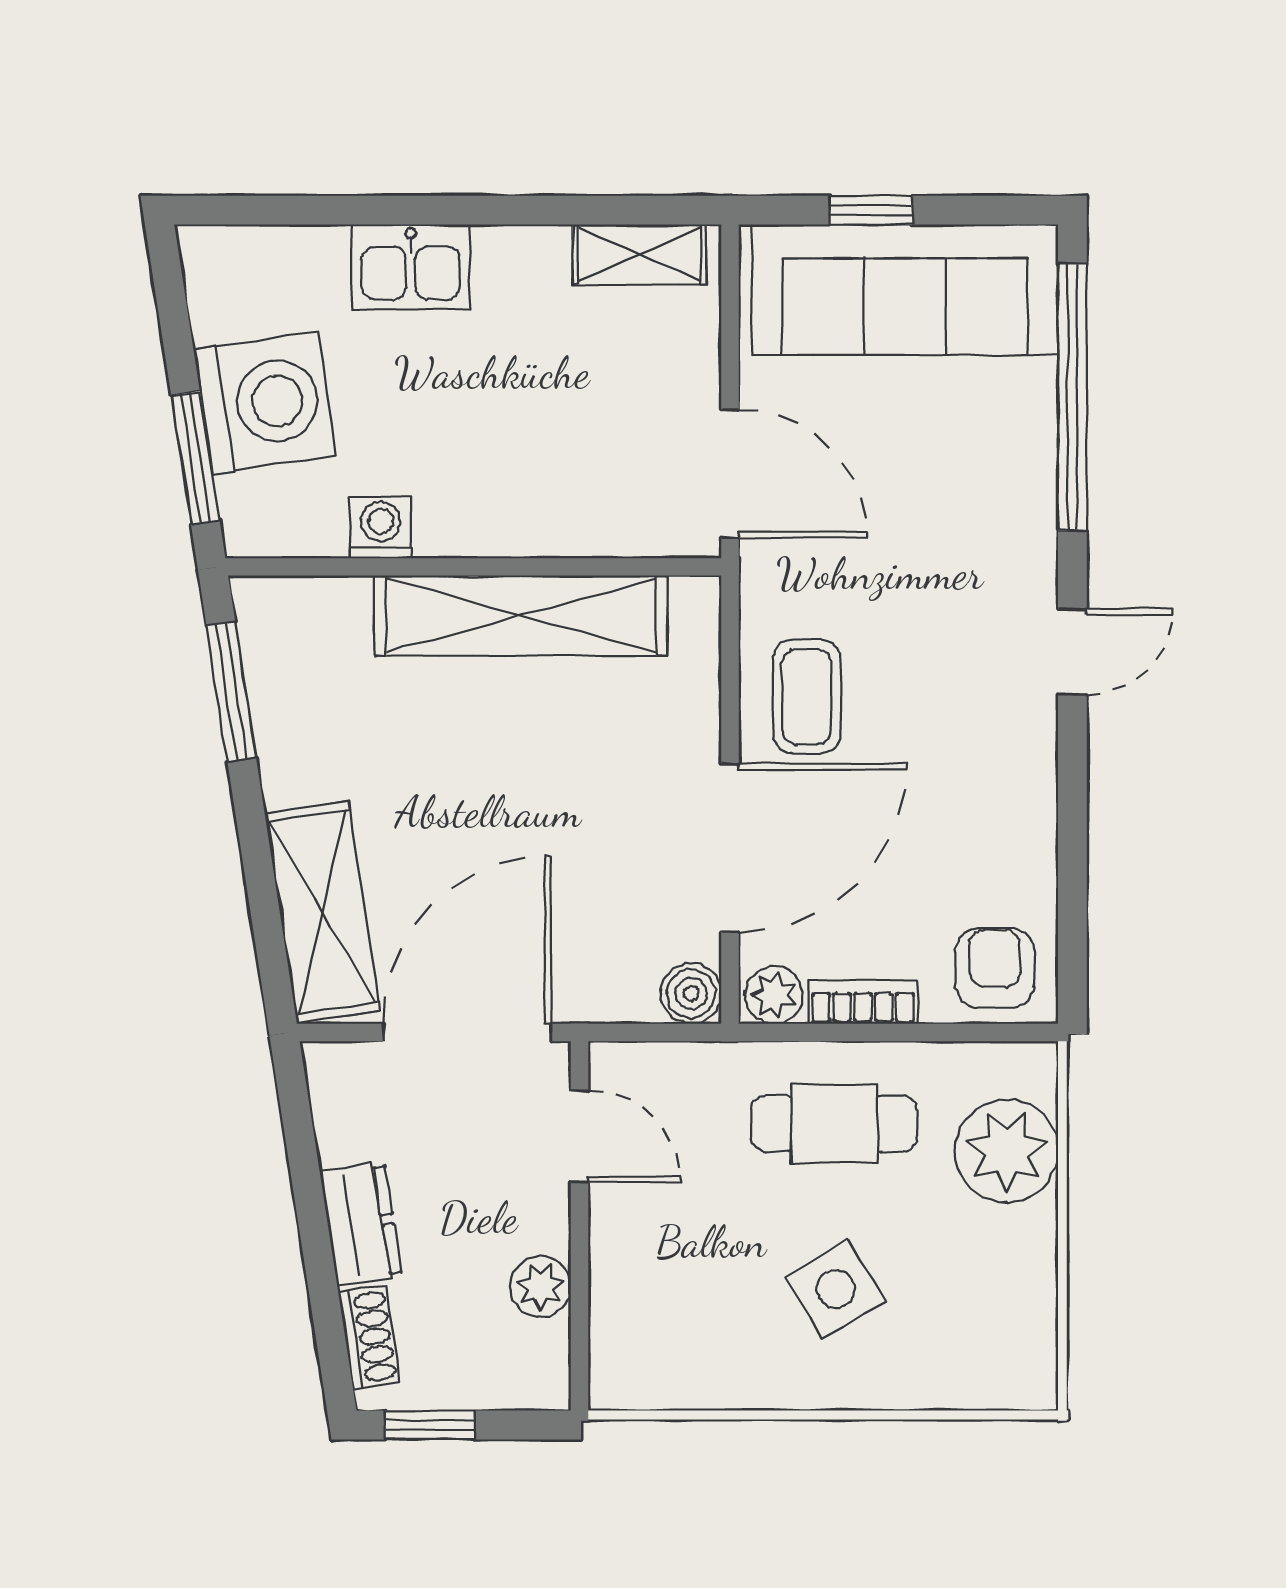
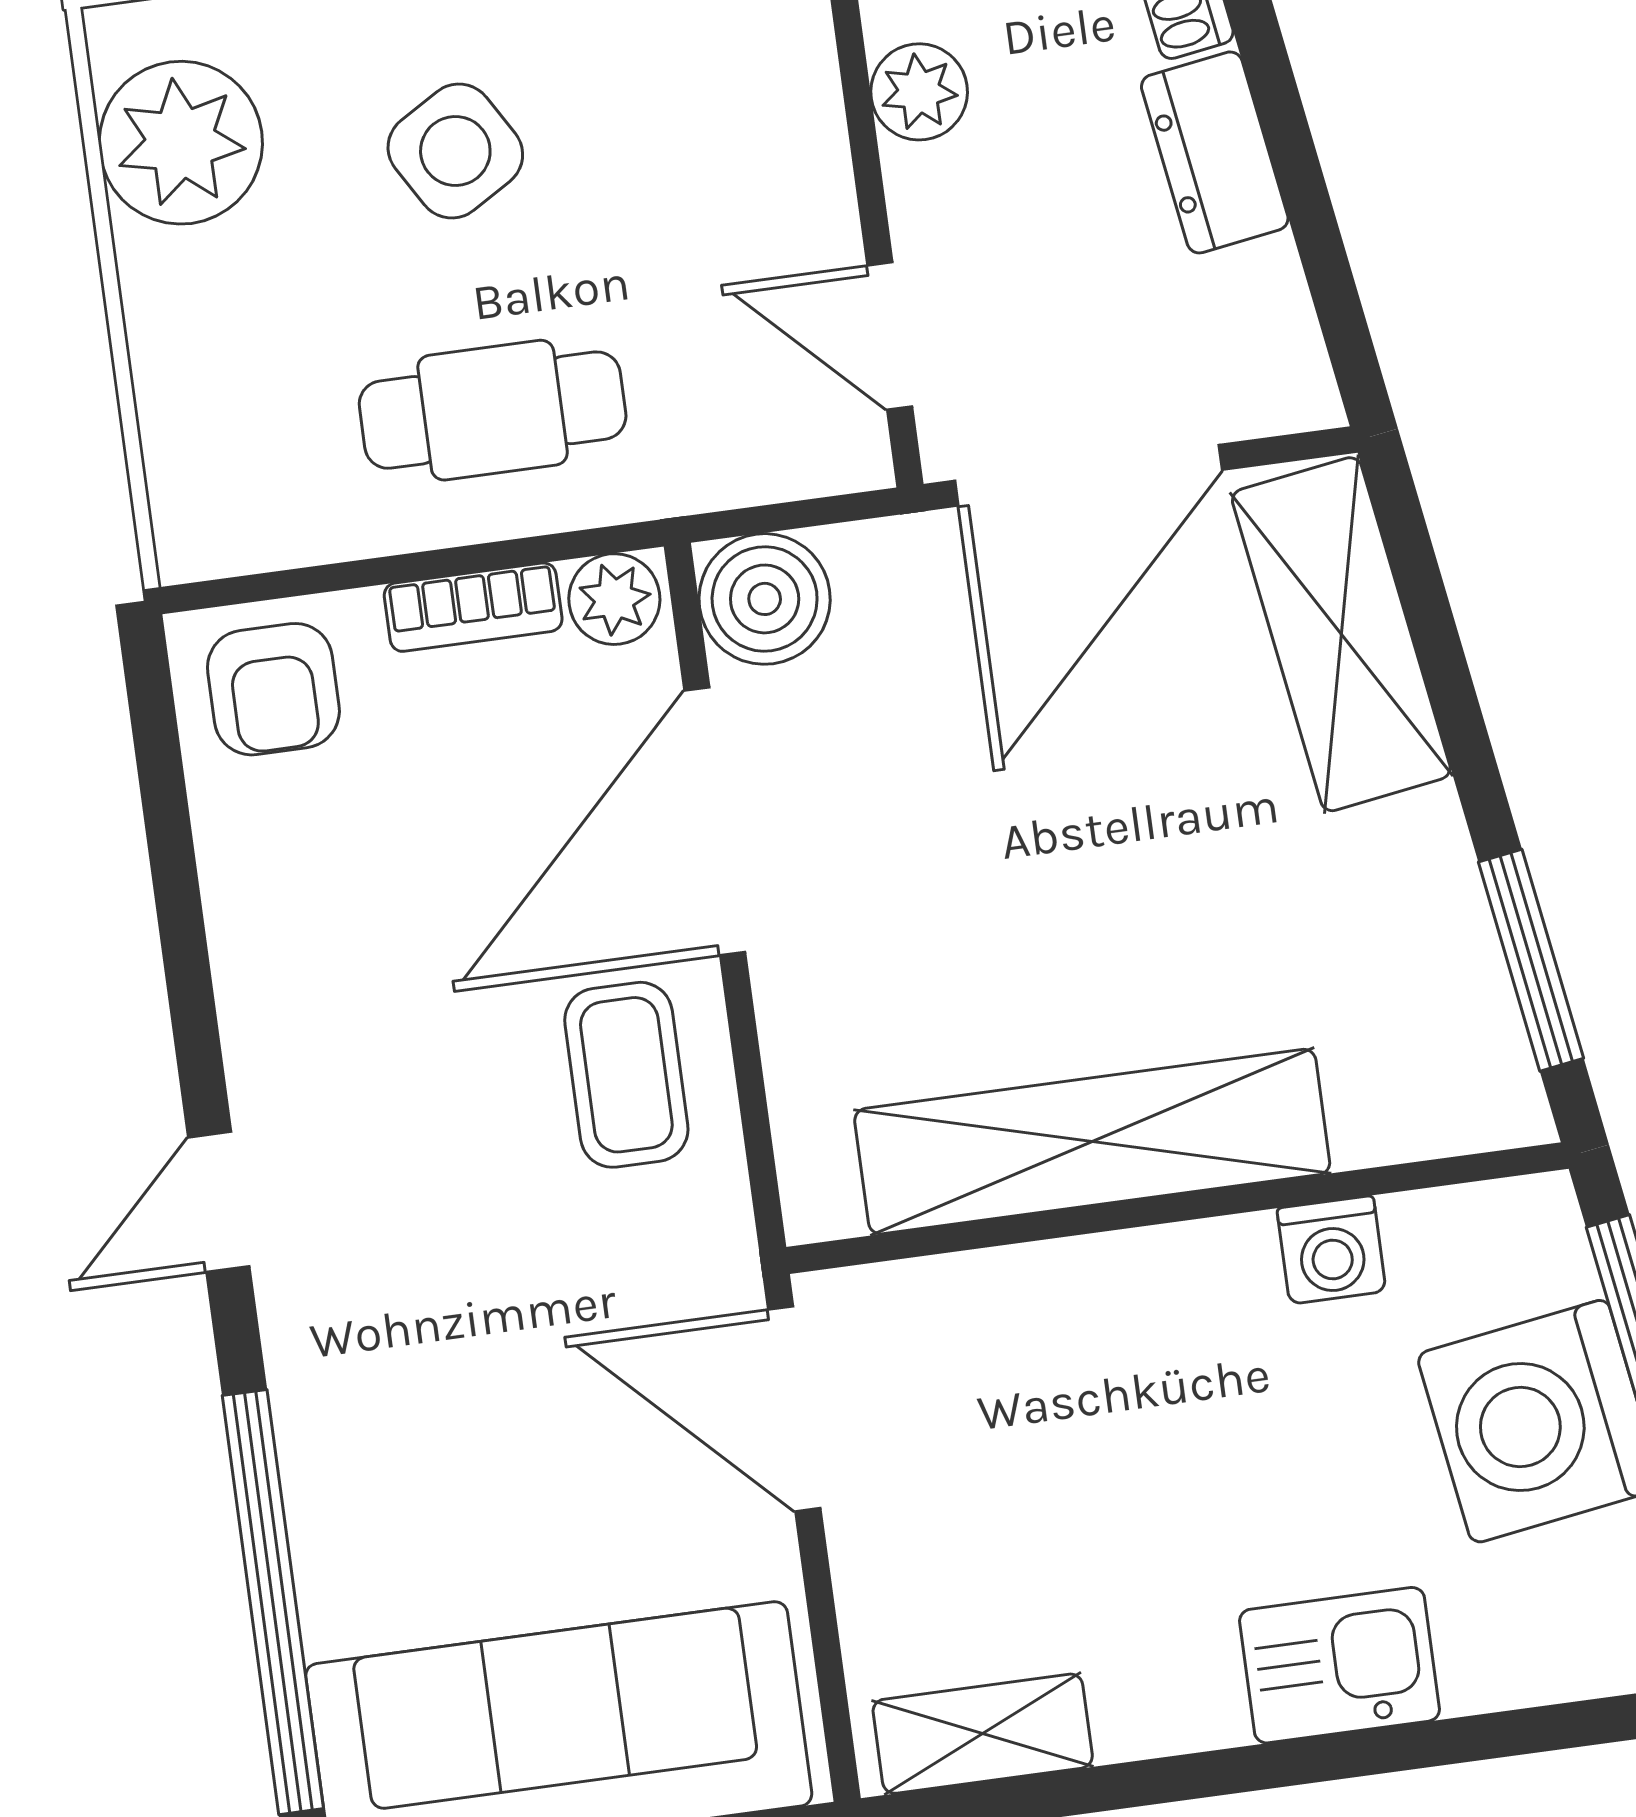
boiler: (691, 994) -> (765, 599), width x1.36, depth x1.36
plant: (1007, 1151) -> (181, 143), moved

